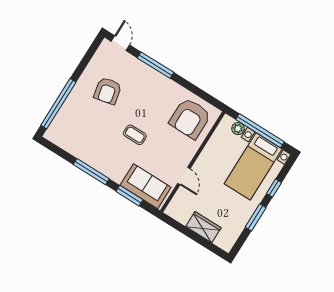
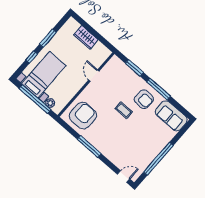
door: (120, 43) -> (124, 177), swing flipped
window: (155, 65) -> (89, 147), moved
armchair: (108, 91) -> (144, 99), moved, turned 105
window: (58, 104) -> (158, 159), moved
sofa: (146, 186) -> (171, 116), moved

